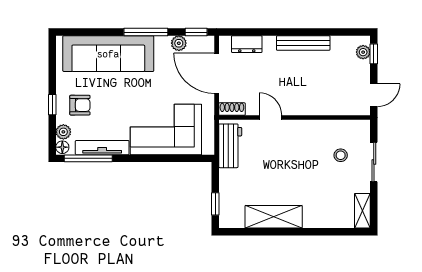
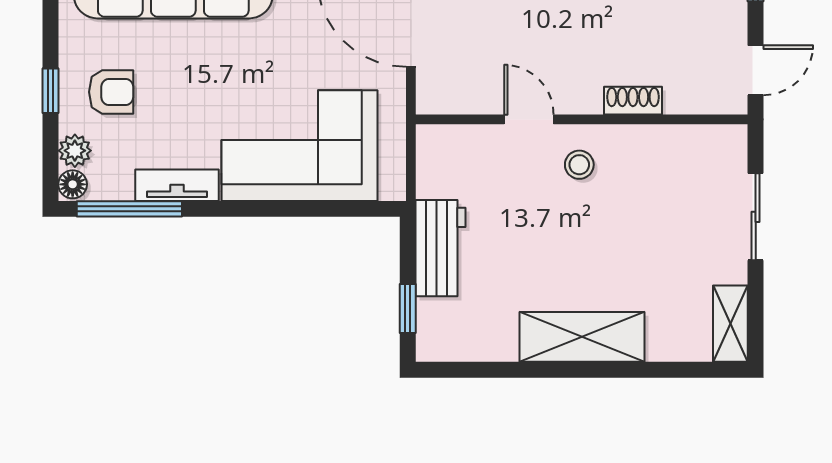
shoe rack: (232, 109) -> (633, 101), moved
workbench: (230, 146) -> (441, 248), moved
tv unit: (102, 148) -> (177, 185), width x0.71
stool: (341, 155) -> (579, 165), moved
shelving: (274, 217) -> (582, 337), moved

